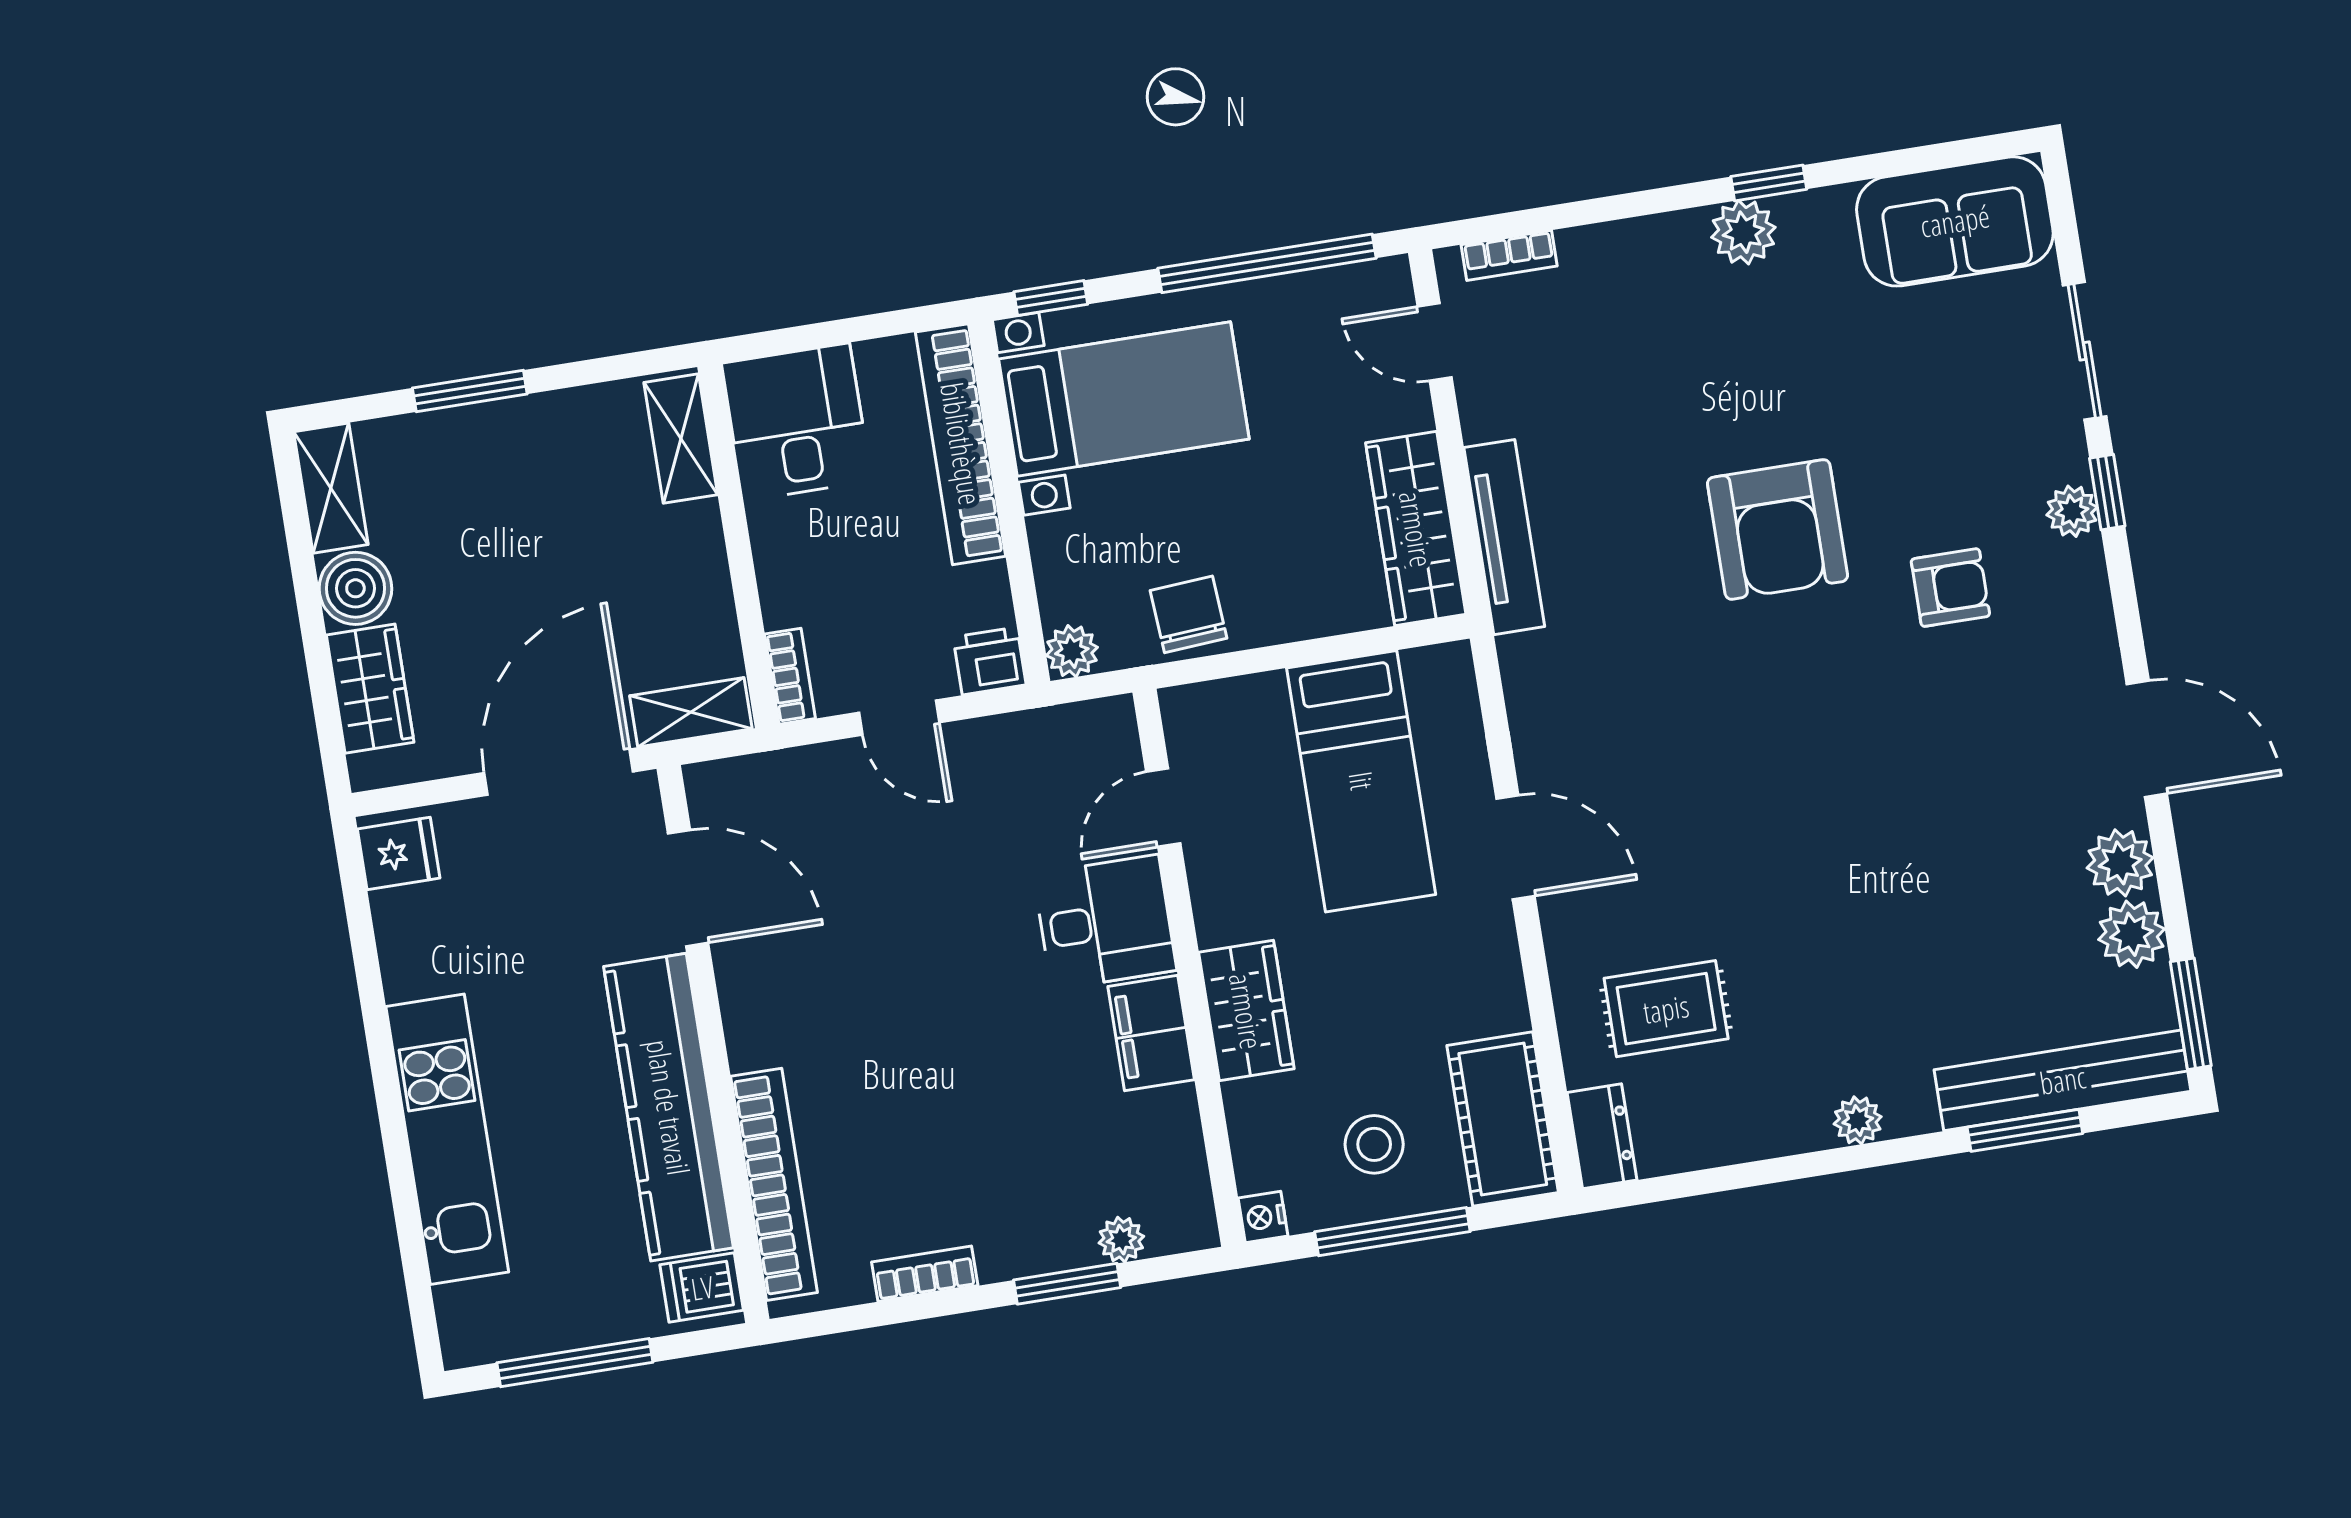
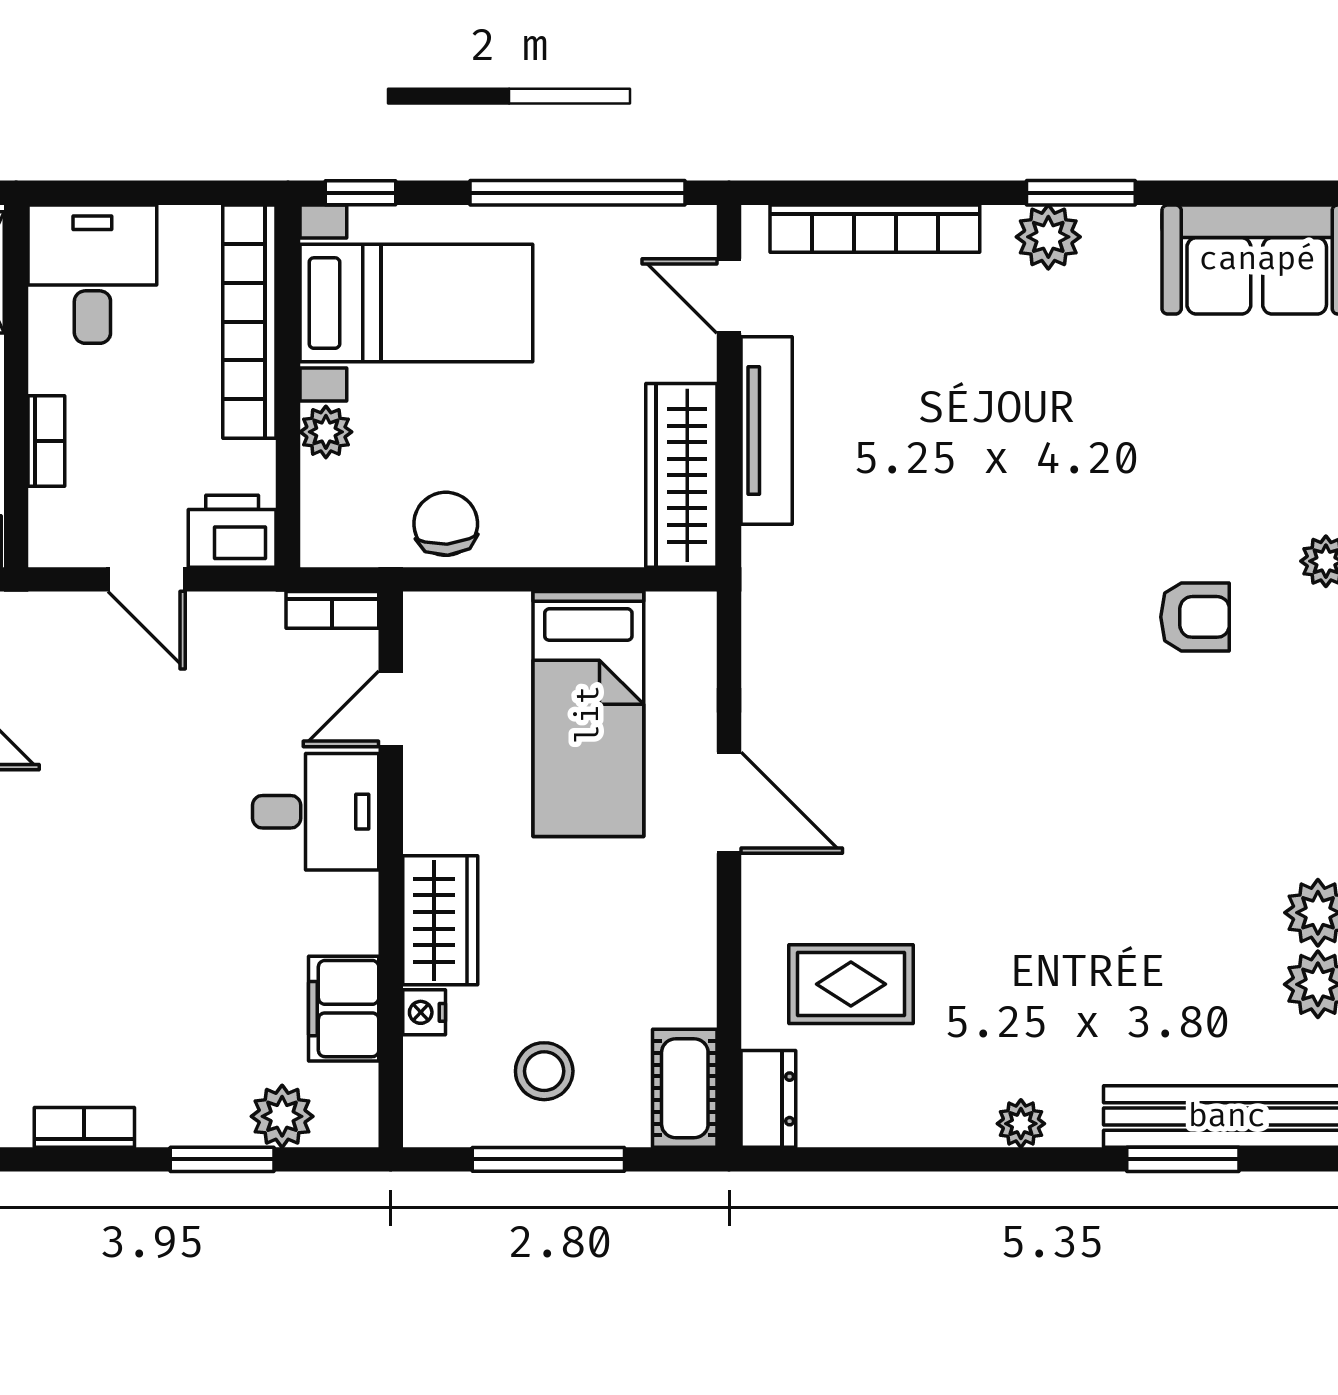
window: (1769, 183) -> (1081, 193), width x1.50
bookcase: (1509, 255) -> (875, 229), width x2.31, depth x1.31
armchair: (1778, 529) -> (1035, 533), removed
tv unit: (1504, 537) -> (767, 430), moved
plant: (1072, 651) -> (326, 432), moved
printer: (990, 661) -> (232, 531), width x1.36, depth x1.24
bookcase: (790, 676) -> (46, 441), moved
bookcase: (1089, 718) -> (332, 610), added
filing cabinet: (1151, 1033) -> (344, 1009), moved
cot: (1503, 1119) -> (685, 1088), width x0.73, depth x0.75
nightstand: (1263, 1217) -> (424, 1012), moved
plant: (1121, 1240) -> (282, 1116), width x1.38, depth x1.38

